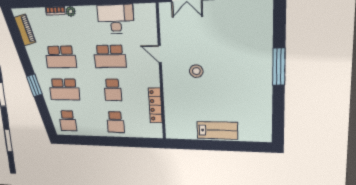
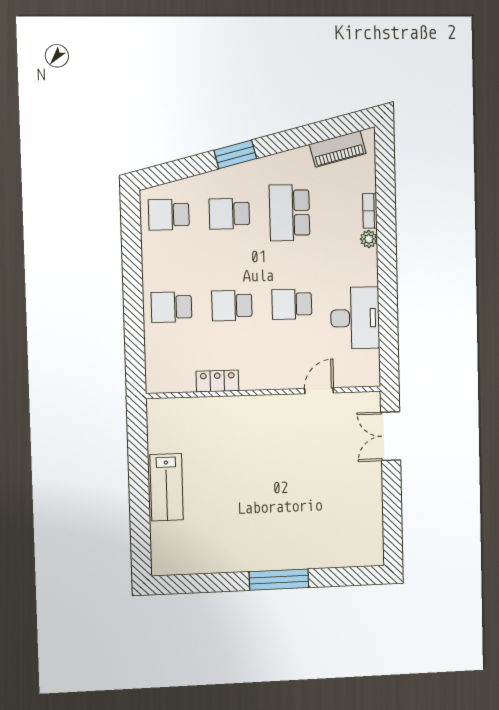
door: (160, 54) -> (319, 391), moved
school desk: (110, 56) -> (292, 304), width x0.54
stool: (196, 71) -> (269, 452), removed
school desk: (64, 89) -> (229, 214), width x0.54
locker: (155, 105) -> (217, 381), width x0.66

